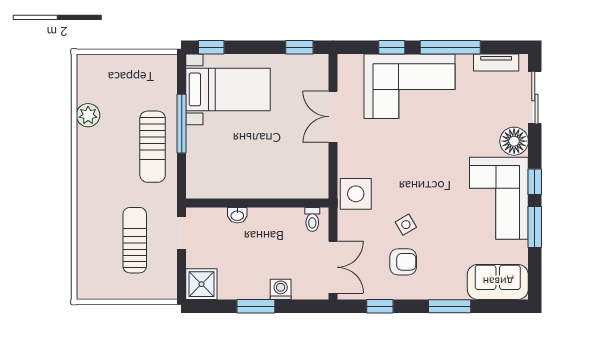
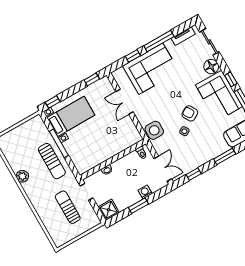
plant: (88, 115) -> (22, 176), moved
armchair: (403, 262) -> (190, 113), moved, turned -121

